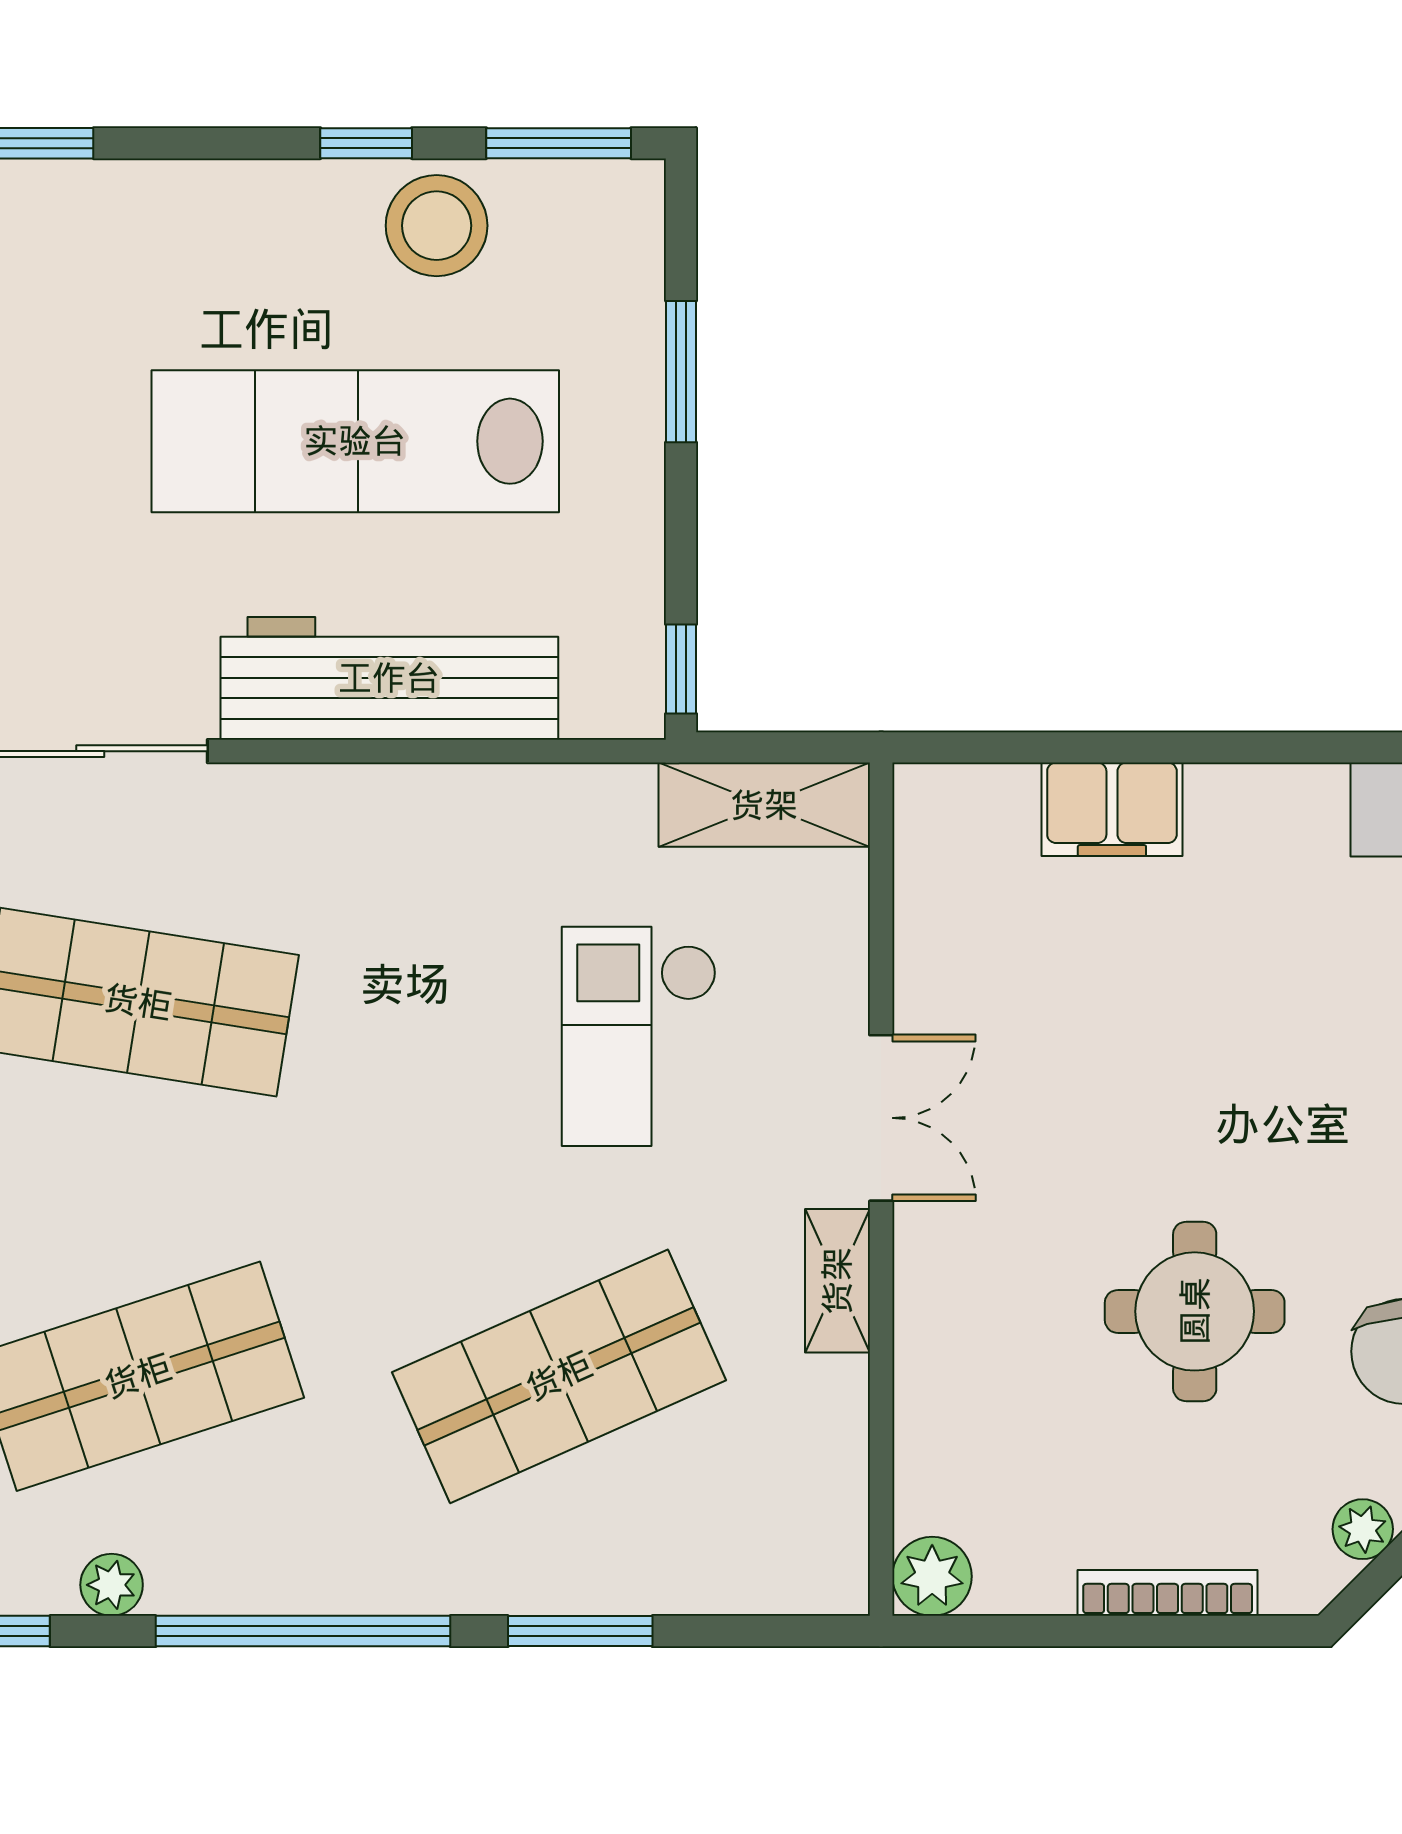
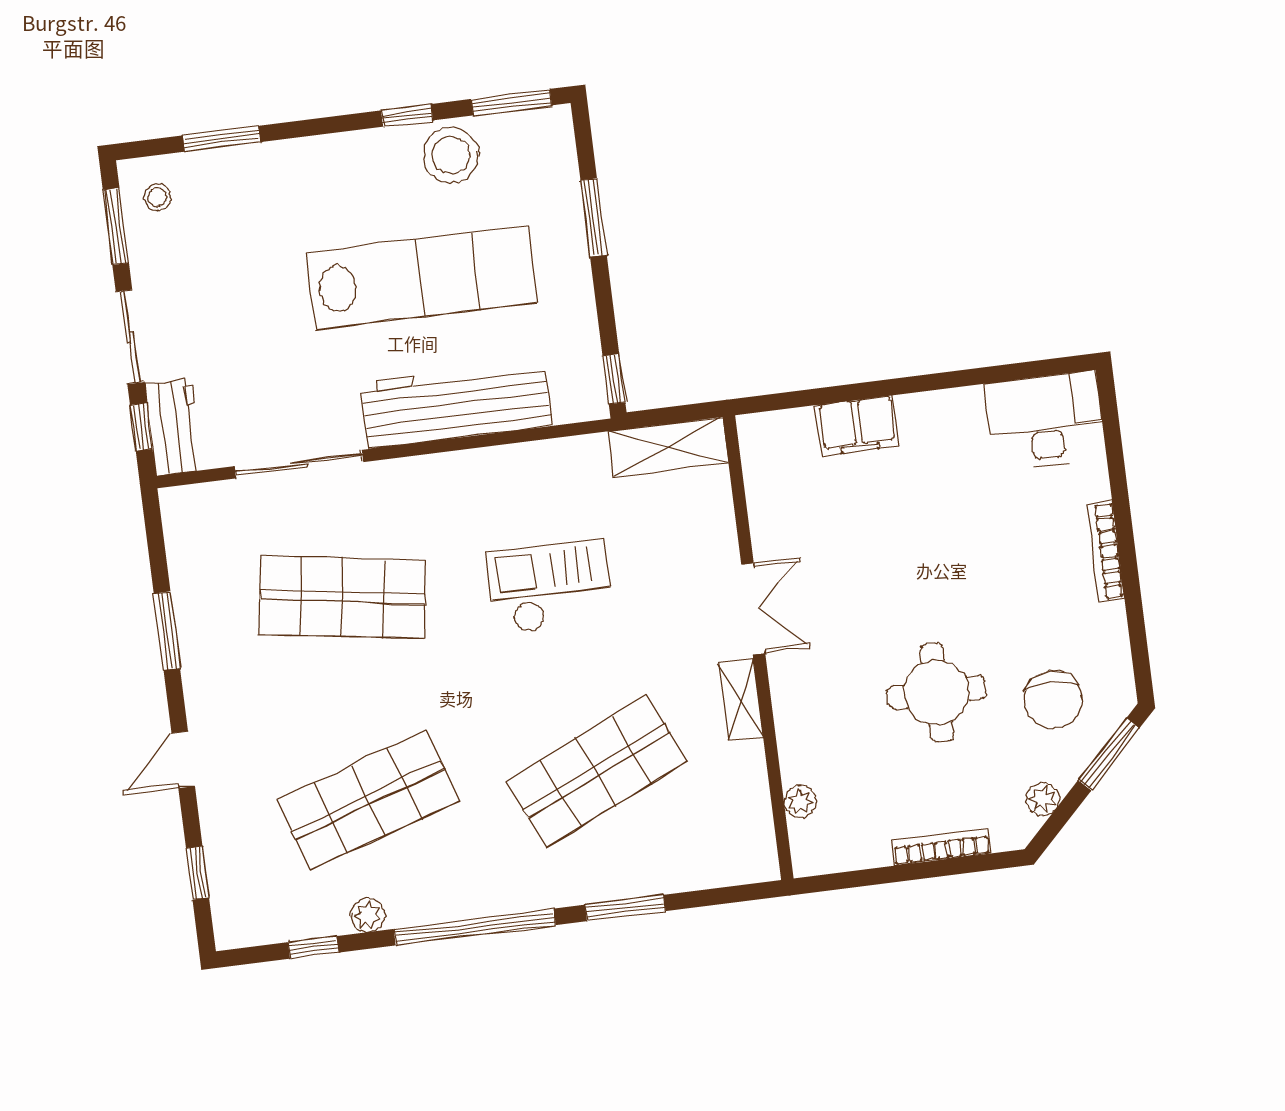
lab bench: (355, 441) -> (422, 278), turned 180
checkout: (639, 1036) -> (550, 587), moved, turned 90
plant: (932, 1576) -> (800, 802), moved, width x0.73, depth x0.73

